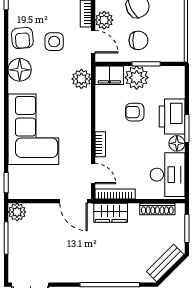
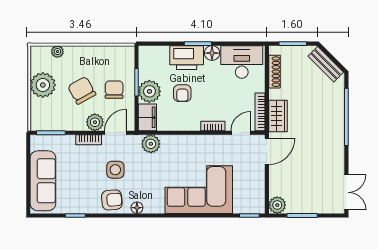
floor lamp: (20, 70) -> (137, 208), width x0.53, depth x0.53

